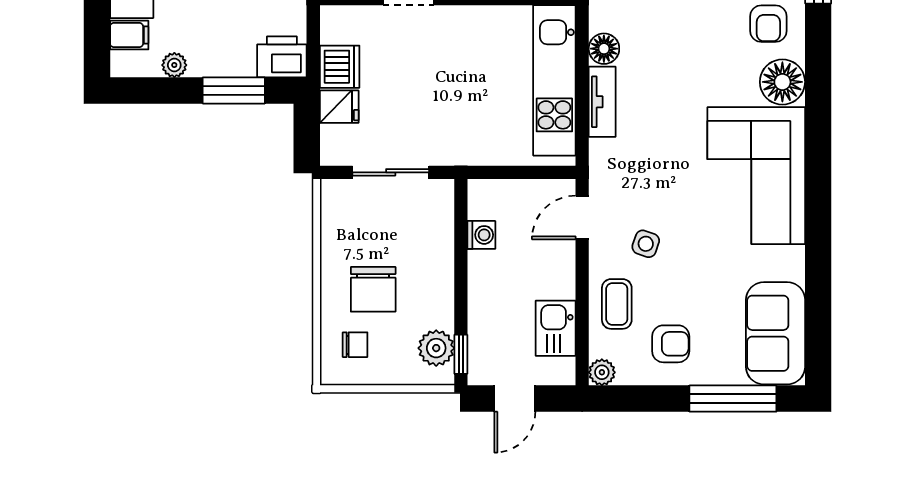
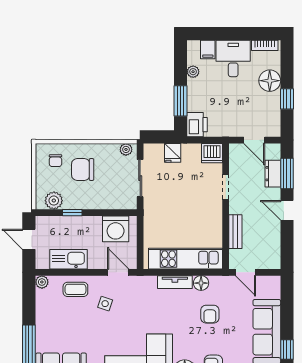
dishwasher: (340, 67) -> (212, 153), moved
plant: (332, 201) -> (126, 149), added
washing machine: (481, 235) -> (116, 229), width x1.89, depth x1.89
kitchen sink: (556, 328) -> (69, 259), width x1.38
armchair: (671, 344) -> (210, 314), moved
window: (461, 354) -> (72, 213), moved

